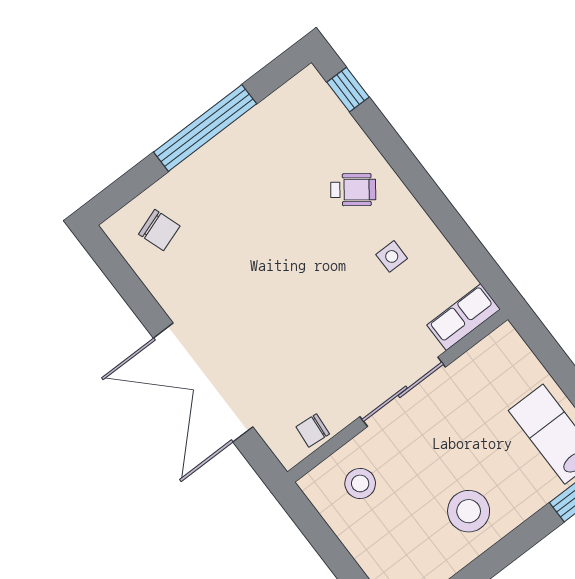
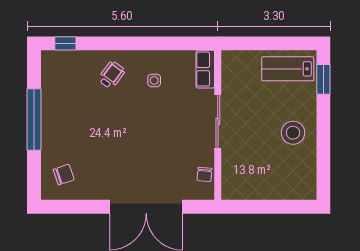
stool: (360, 483) -> (244, 171), removed

